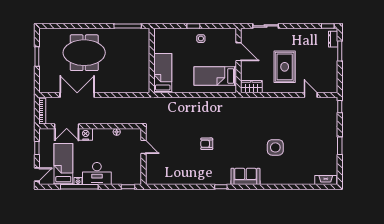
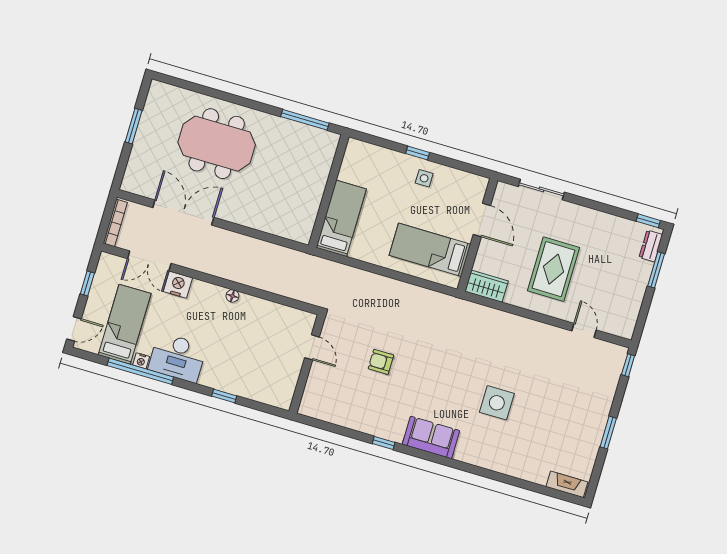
door: (143, 147) -> (312, 347), moved
wall: (143, 157) -> (307, 364), moved

